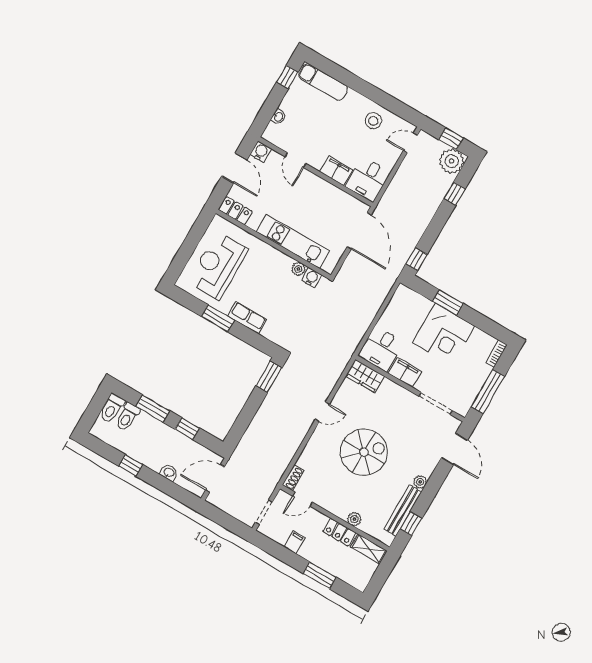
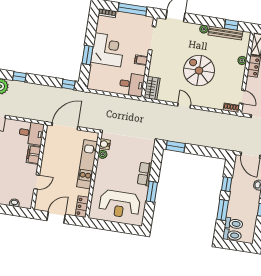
water cooler: (261, 152) -> (40, 205), removed
filing cabinet: (405, 372) -> (141, 60), width x0.50

